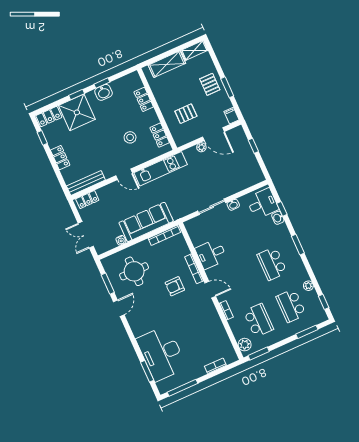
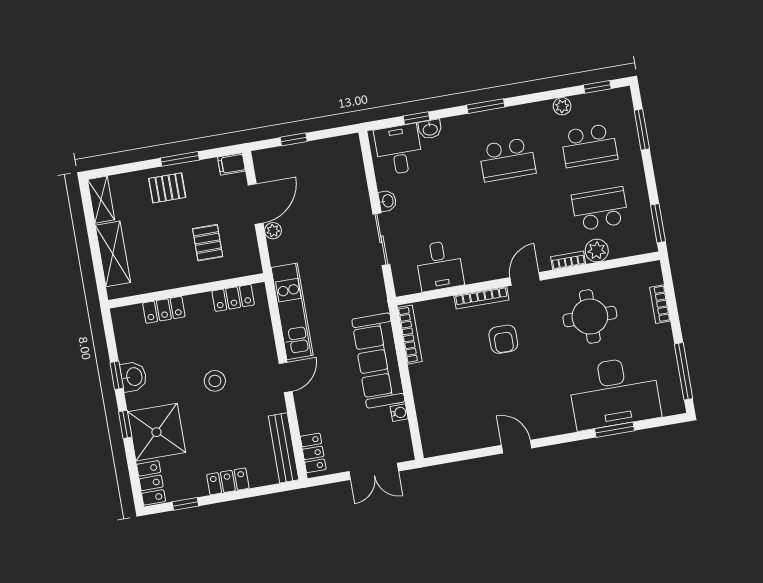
stool: (130, 137) -> (215, 381), moved
desk: (211, 254) -> (439, 266), moved
round table: (134, 271) -> (590, 317), moved
window: (108, 284) -> (469, 455), removed
plant: (245, 345) -> (597, 250), moved
window: (147, 371) -> (614, 430), moved

